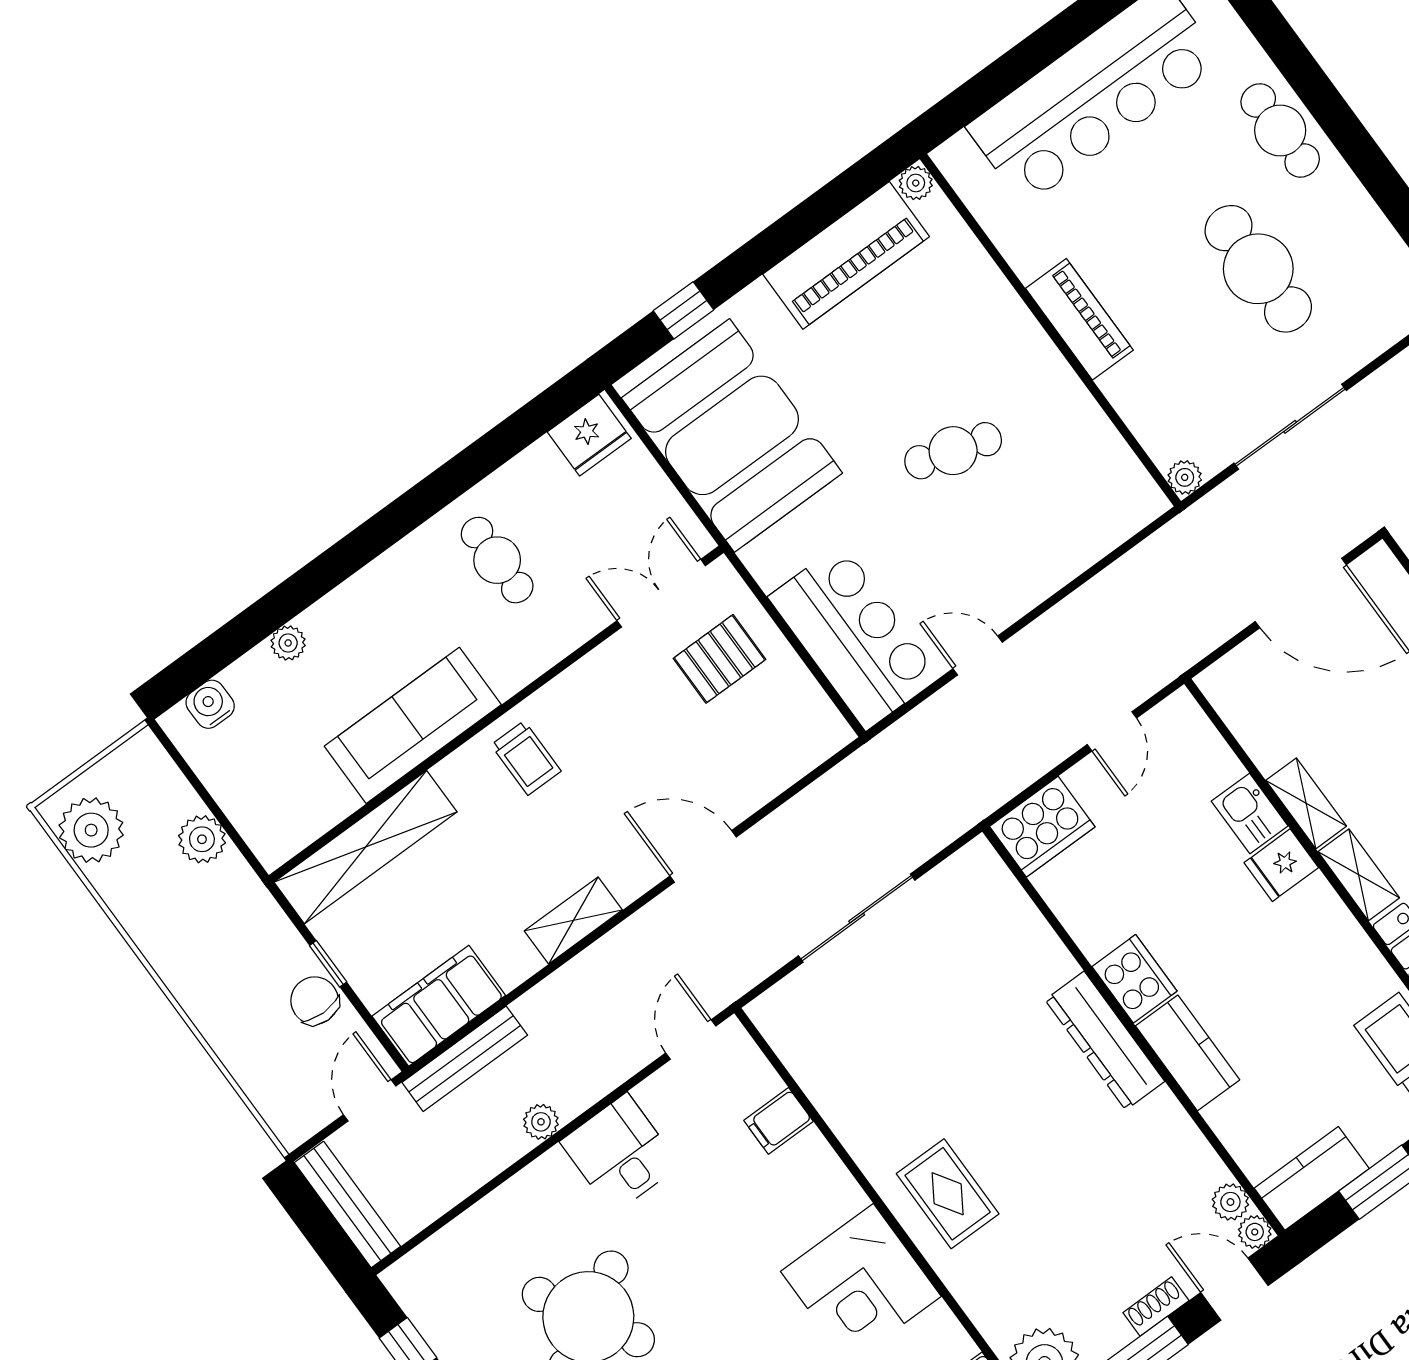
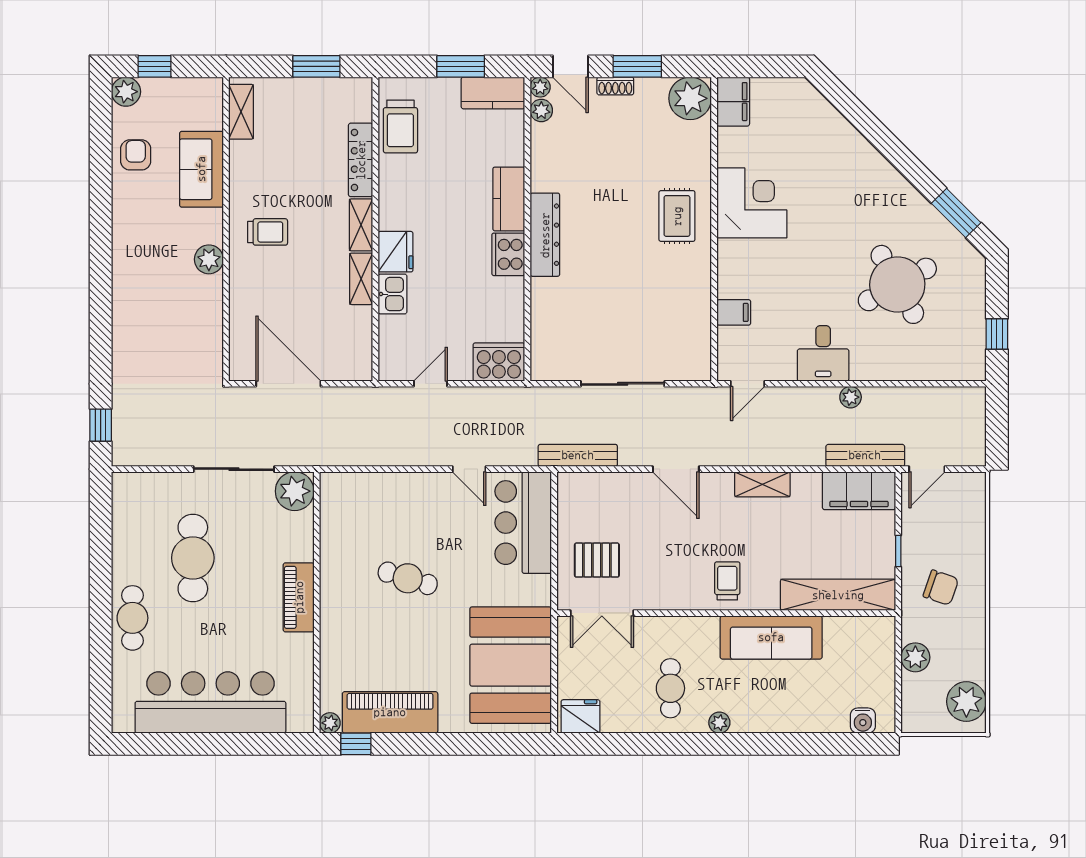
window: (684, 310) -> (356, 744), moved
plant: (1185, 477) -> (295, 491), width x1.88, depth x1.88
plant: (288, 643) -> (719, 723), moved
fridge: (1281, 865) -> (396, 252), width x1.38
chair: (315, 1001) -> (941, 588), moved, turned -71
bench: (347, 1205) -> (578, 455), moved, turned 90

